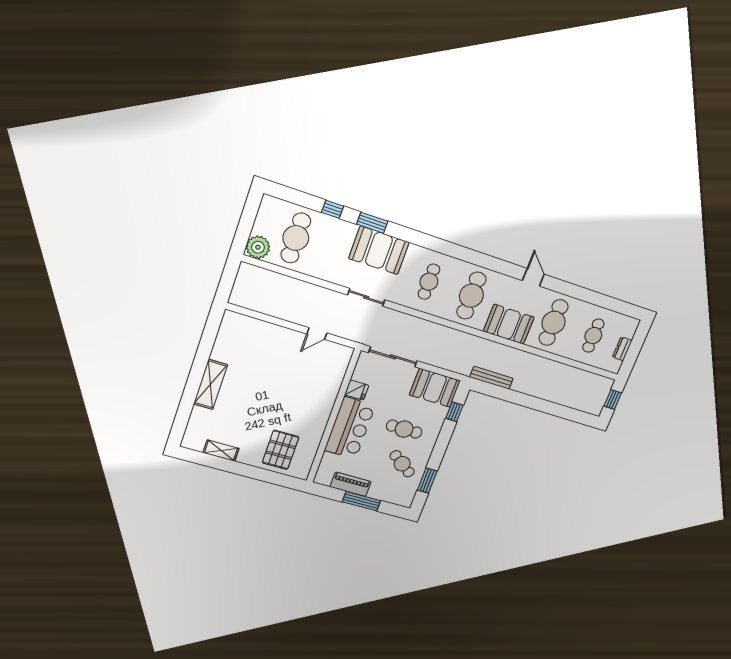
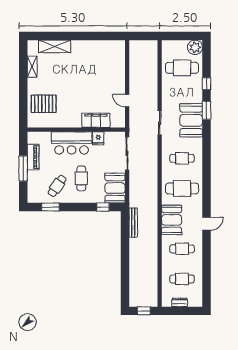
plant: (258, 247) -> (195, 47), moved
cafe table: (554, 323) -> (182, 249), width x0.73, depth x0.74
shelving: (210, 384) -> (55, 46), moved
filing cabinet: (330, 386) -> (96, 120), added

